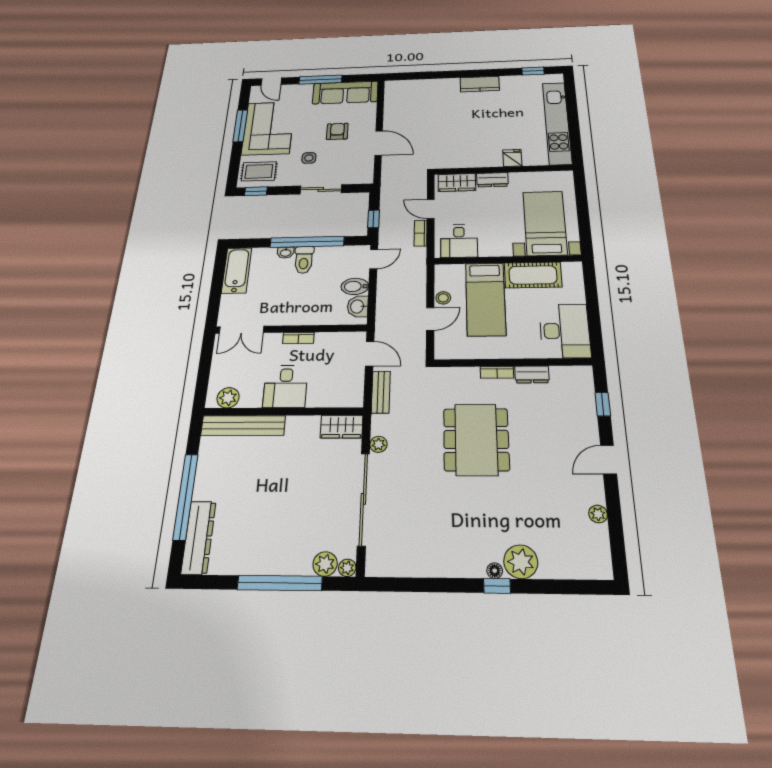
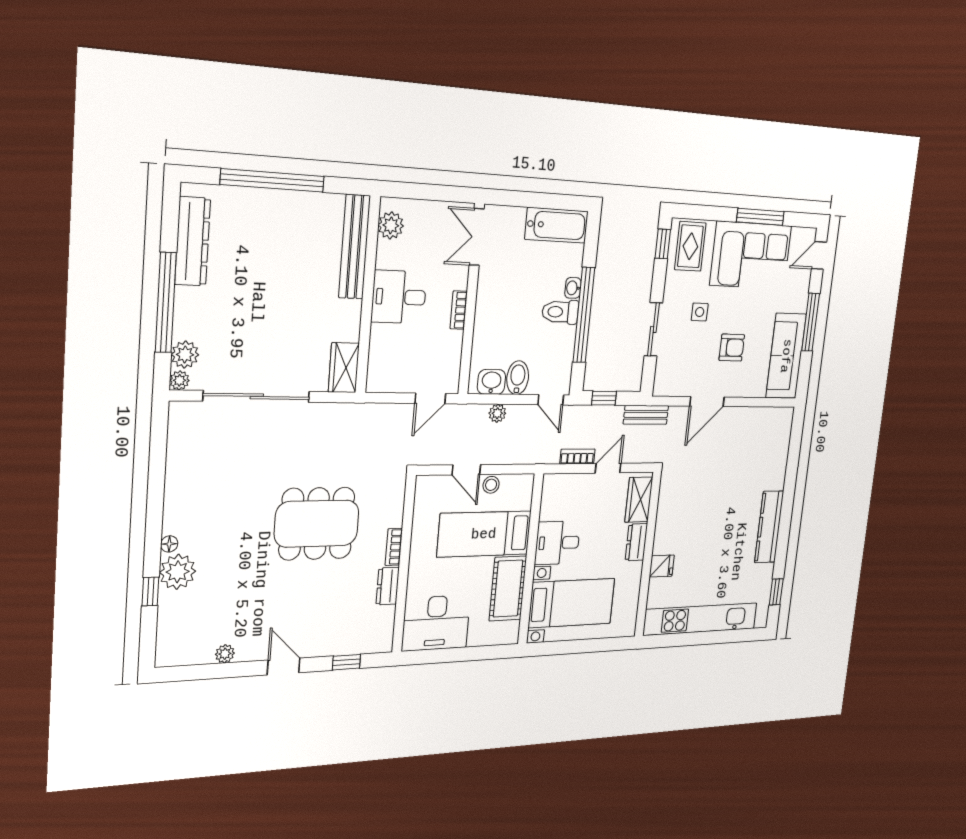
kitchen counter: (480, 84) -> (769, 527), width x1.50
desk: (459, 241) -> (557, 543), moved
bench: (381, 392) -> (646, 415), moved
plant: (378, 444) -> (497, 413), moved
dresser: (199, 537) -> (193, 241), moved, turned -90
window: (497, 586) -> (150, 591), moved

